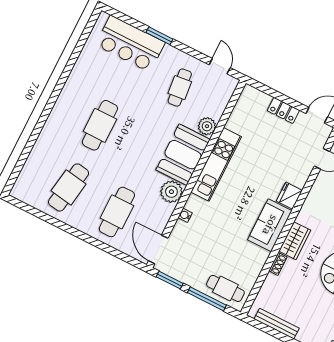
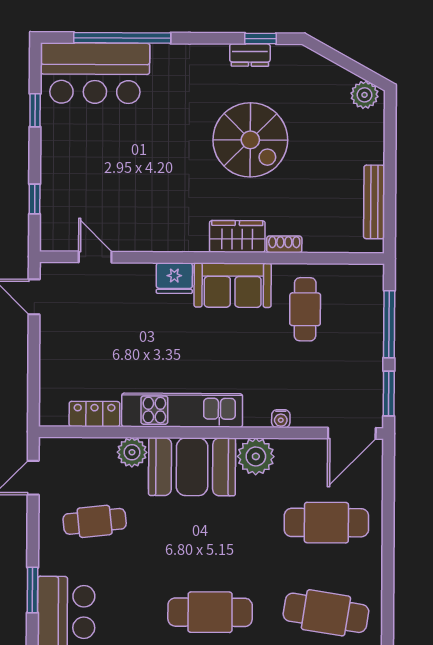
locker: (283, 110) -> (94, 414), moved, turned -90
cafe table: (225, 288) -> (305, 309), moved

